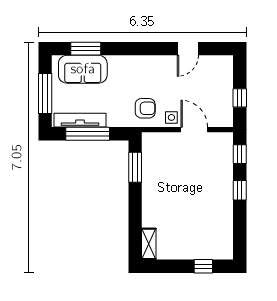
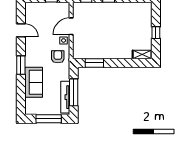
window: (86, 49) -> (21, 65), moved
sofa: (83, 69) -> (34, 82), moved
window: (203, 266) -> (156, 33), moved

